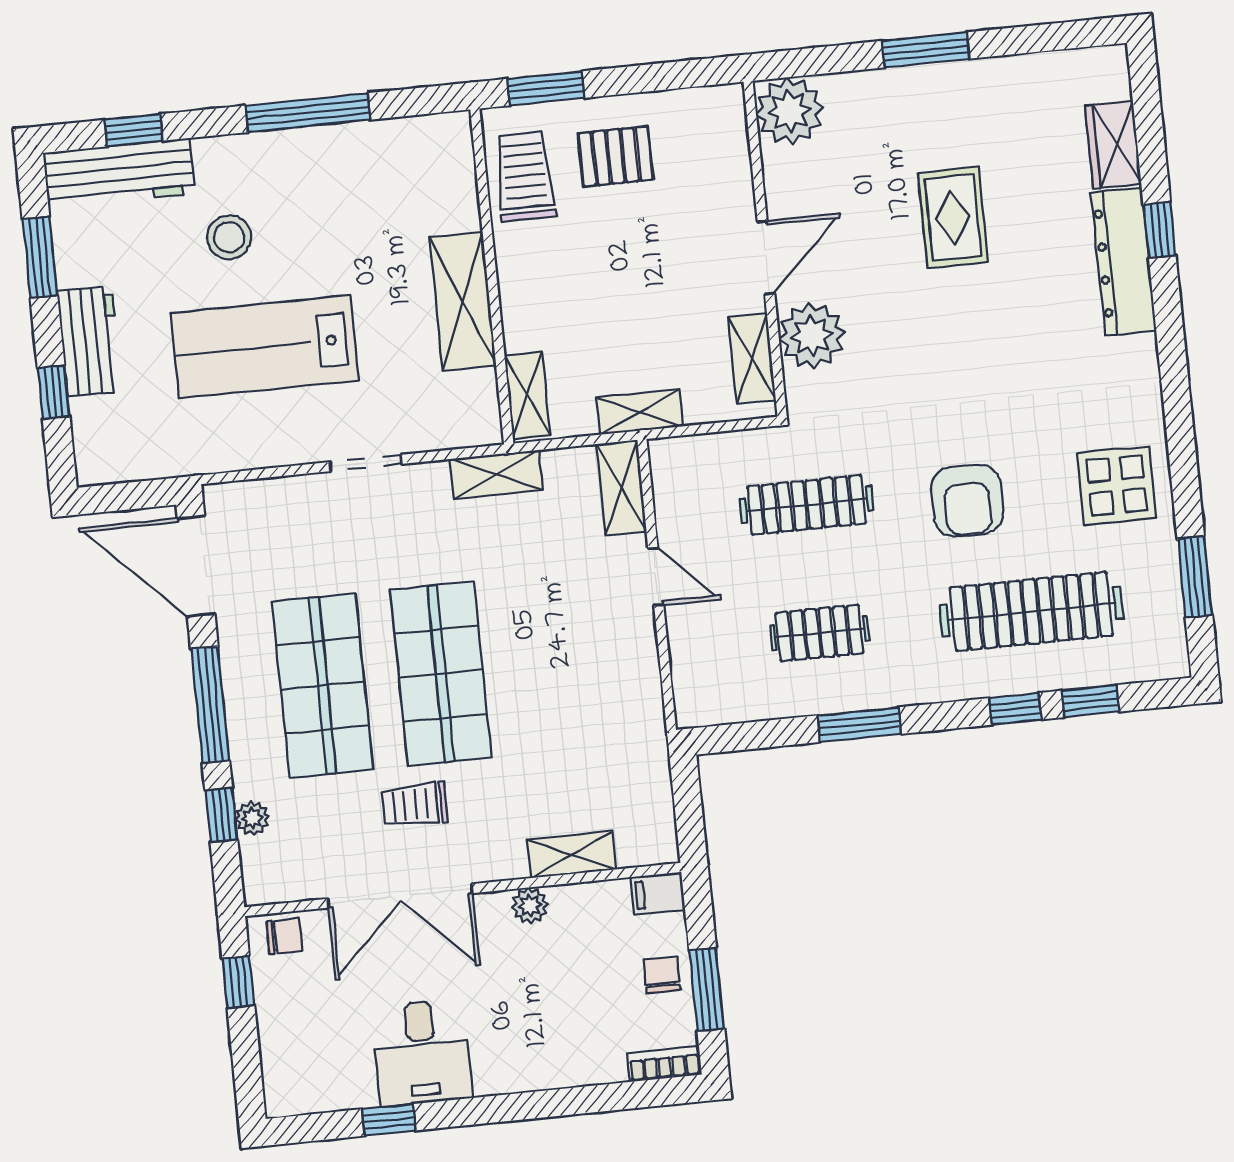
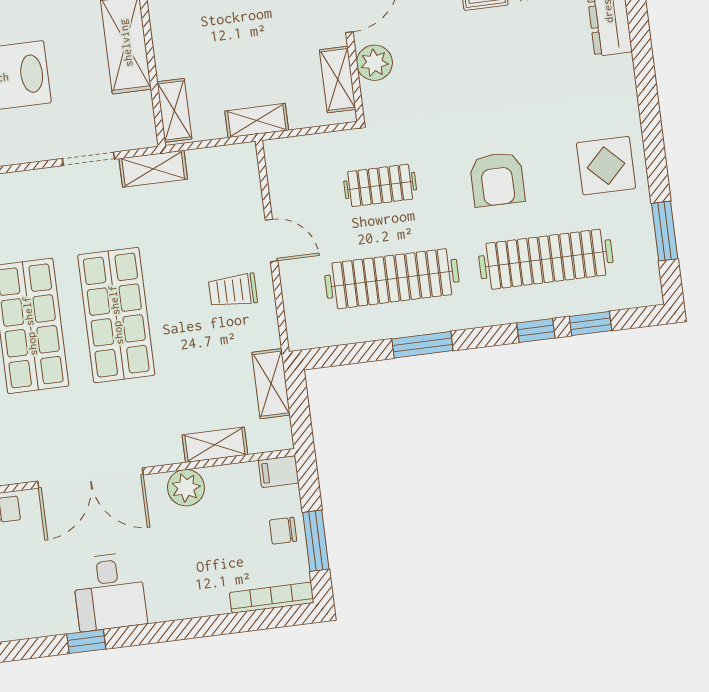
plant: (812, 336) -> (374, 63), width x0.73, depth x0.73
doorway: (366, 463) -> (88, 159), moved
shelving: (622, 488) -> (271, 384), moved
clothes rail: (807, 505) -> (380, 185), width x0.73
clothes rail: (820, 633) -> (392, 279), width x1.86, depth x1.31
trolley: (415, 805) -> (233, 290), moved
plant: (530, 906) -> (186, 488), width x1.38, depth x1.38
chair: (662, 975) -> (283, 531), turned -90
bookcase: (664, 1064) -> (272, 598), width x1.56

